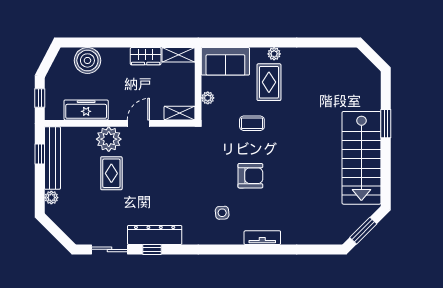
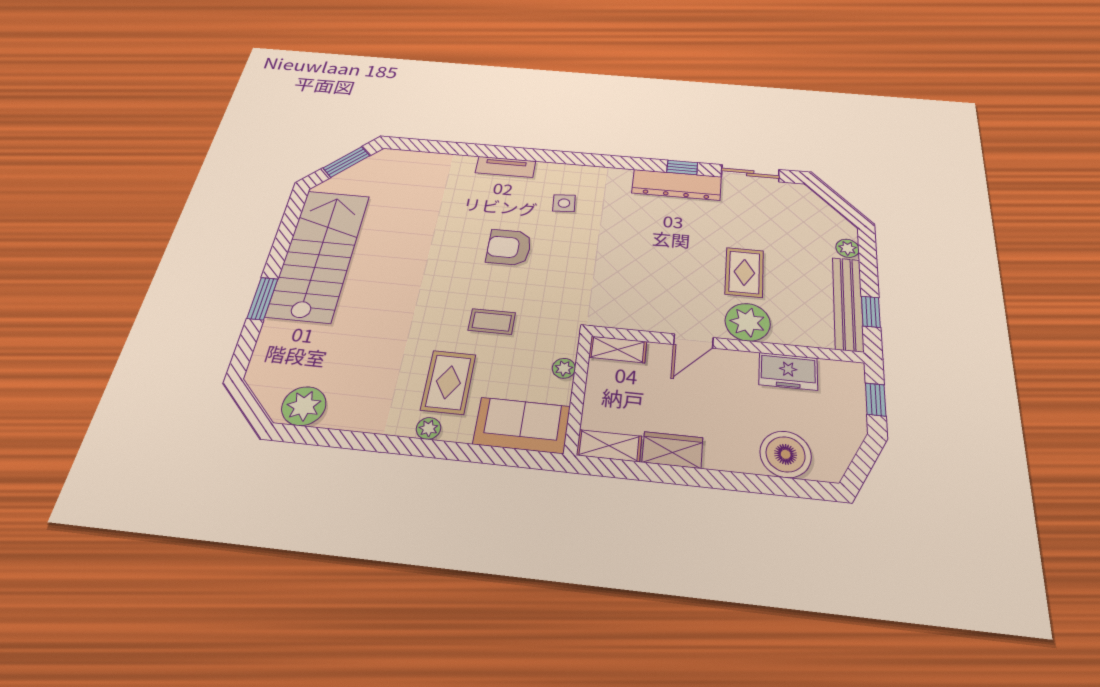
plant: (343, 59) -> (304, 406), added
freezer: (86, 110) -> (788, 371), width x0.71

